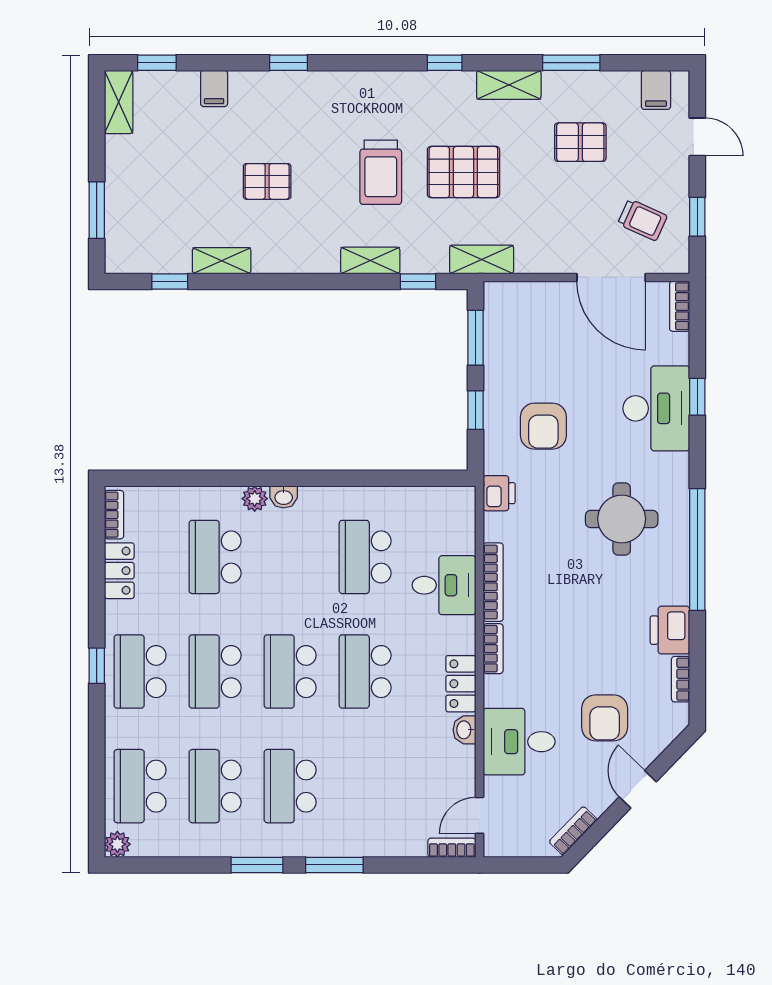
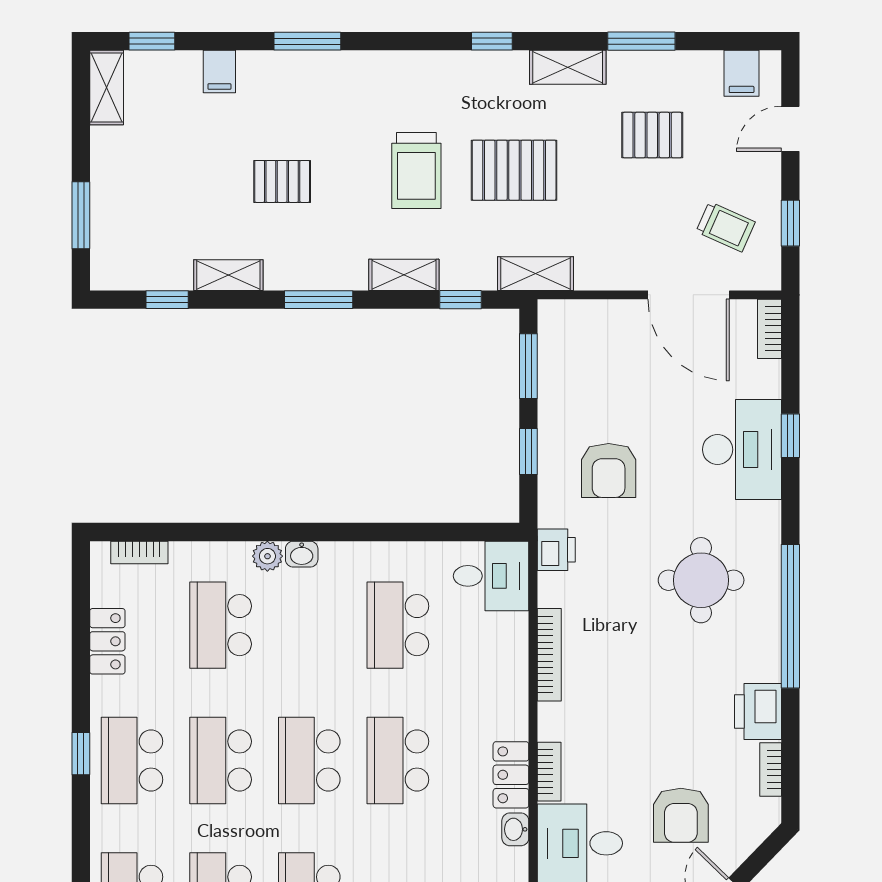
window: (289, 63) -> (307, 41), width x1.50
door: (697, 137) -> (790, 129), swing flipped
window: (298, 281) -> (319, 300), added
bookcase: (114, 515) -> (139, 552), moved, turned 90
desk: (444, 585) -> (491, 576), moved
bookcase: (493, 649) -> (549, 772), moved

